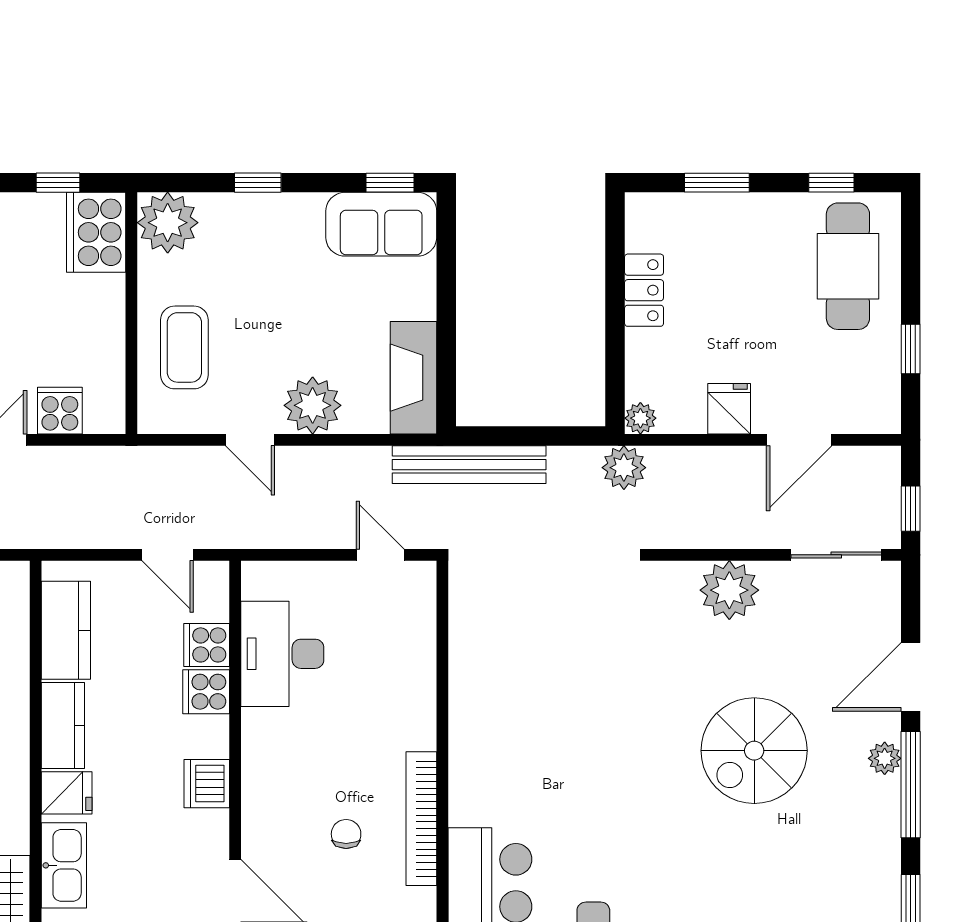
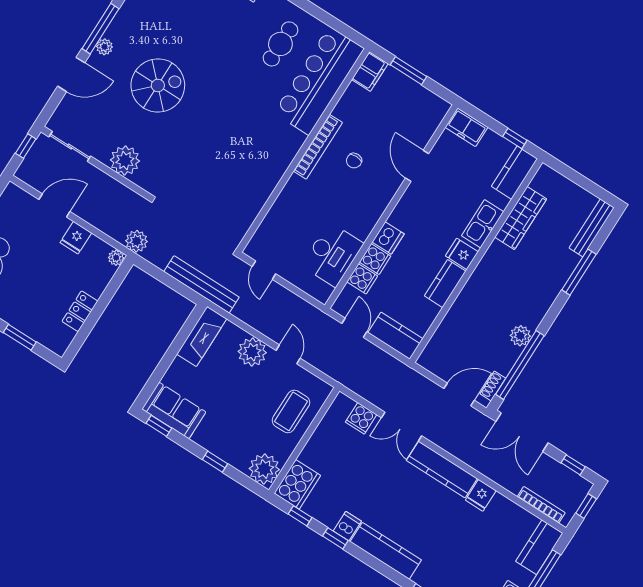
kitchen counter: (66, 630) -> (395, 336), moved, turned 90
dishwasher: (207, 784) -> (388, 238), moved

